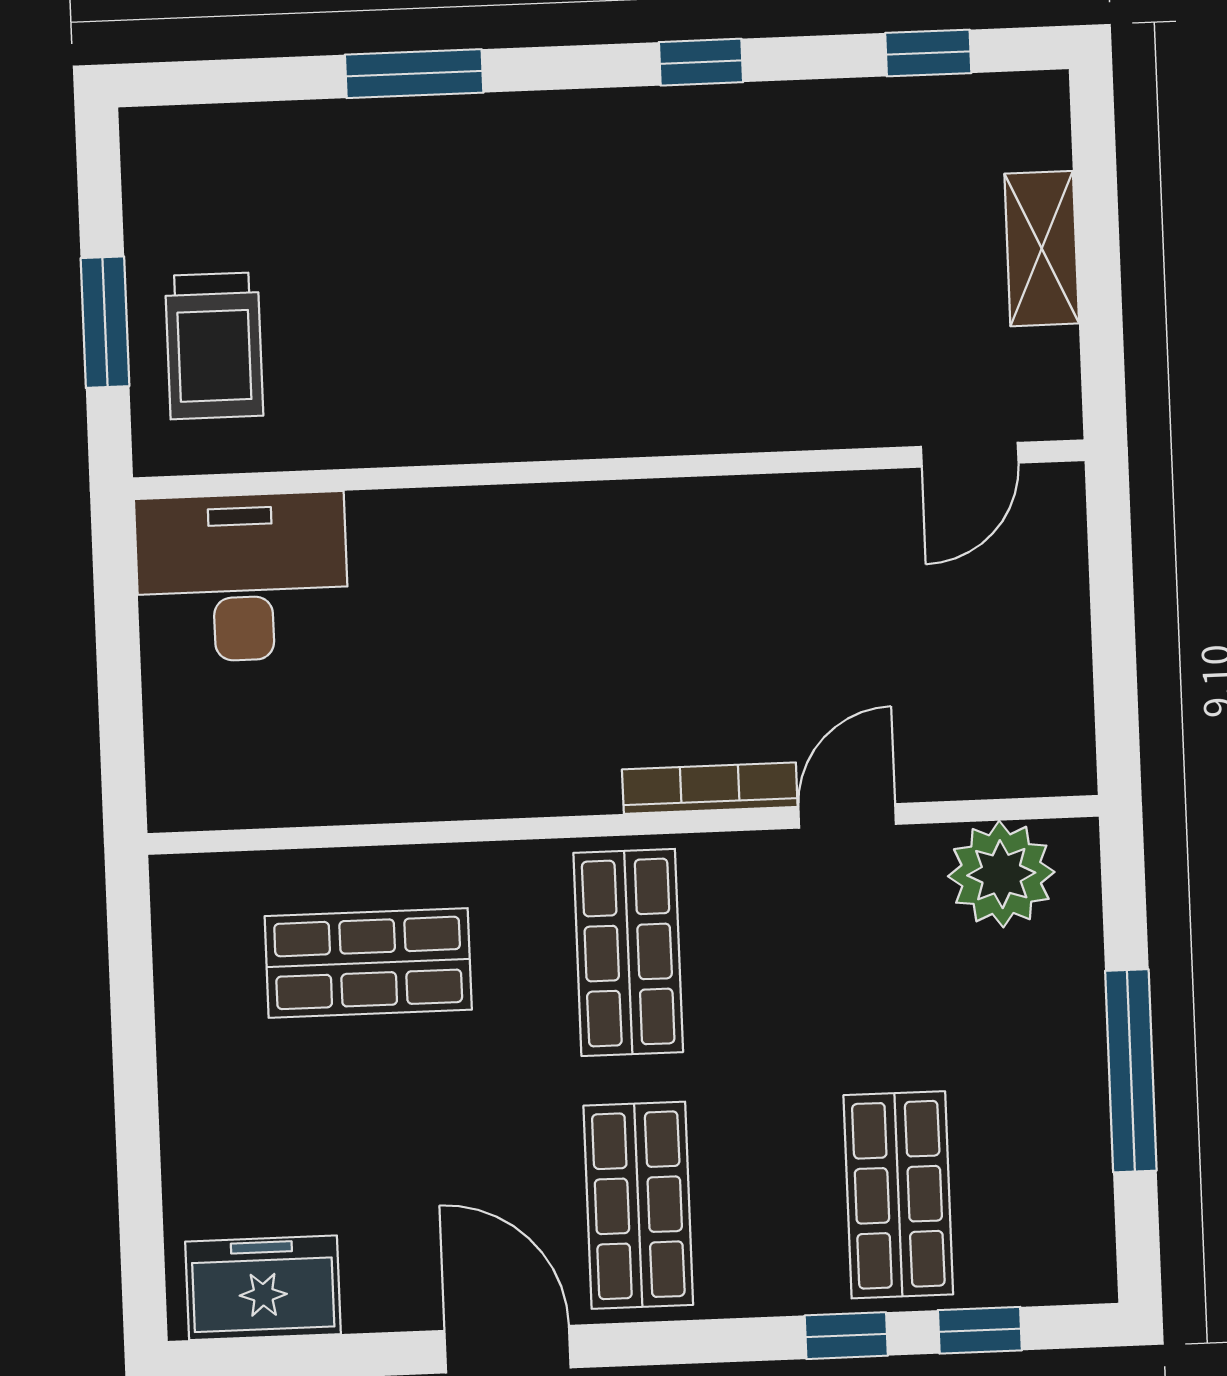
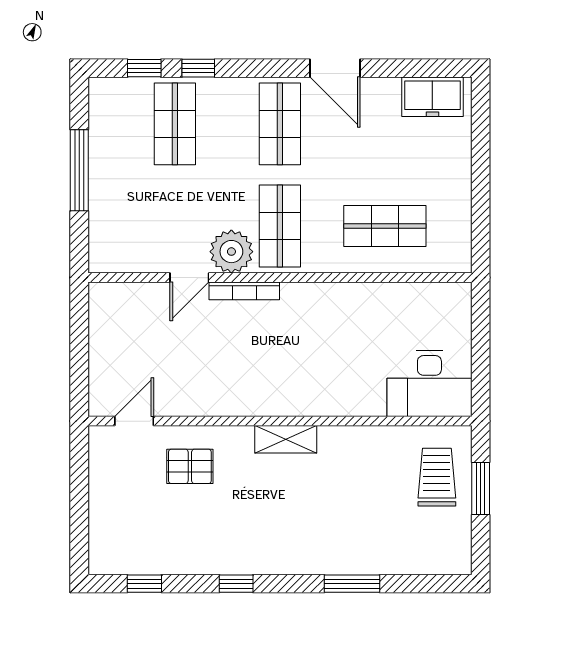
shelving: (1042, 249) -> (286, 439), moved, turned 90
pallet: (827, 348) -> (190, 466), added
plant: (1001, 874) -> (231, 252), moved

